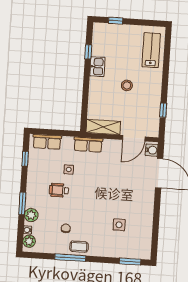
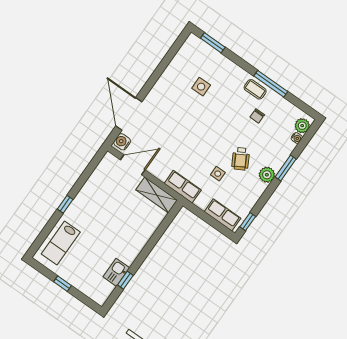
window: (115, 21) -> (63, 284), moved
kitchen sink: (97, 67) -> (116, 272), moved
stool: (127, 85) -> (107, 222), removed
window: (163, 110) -> (65, 204), moved
window: (25, 159) -> (248, 222), moved
wheelchair: (59, 190) -> (241, 159), turned 61
plant: (31, 215) -> (267, 175), moved

